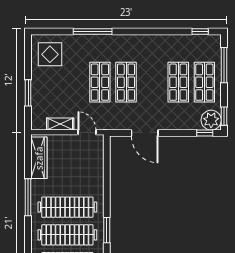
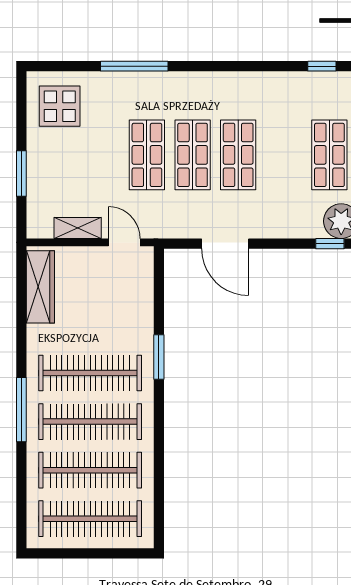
shop shelf: (178, 82) -> (238, 155), moved
window: (28, 197) -> (21, 410), moved
window: (107, 230) -> (159, 357), moved

